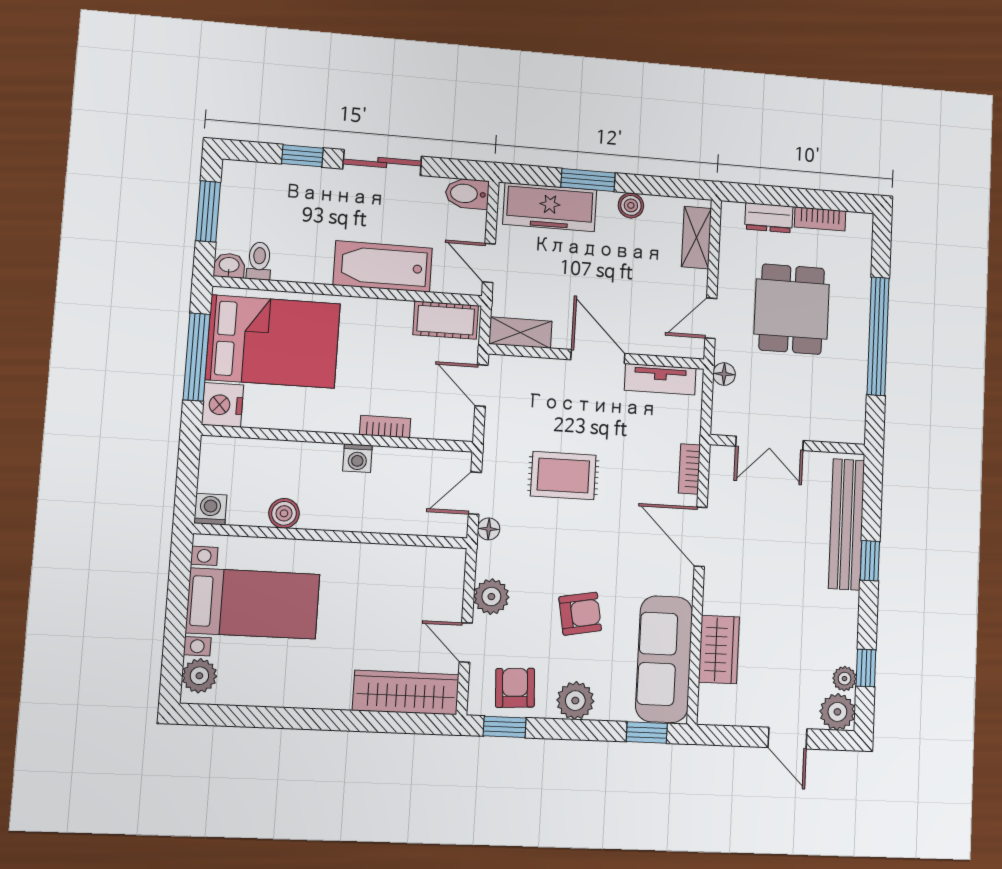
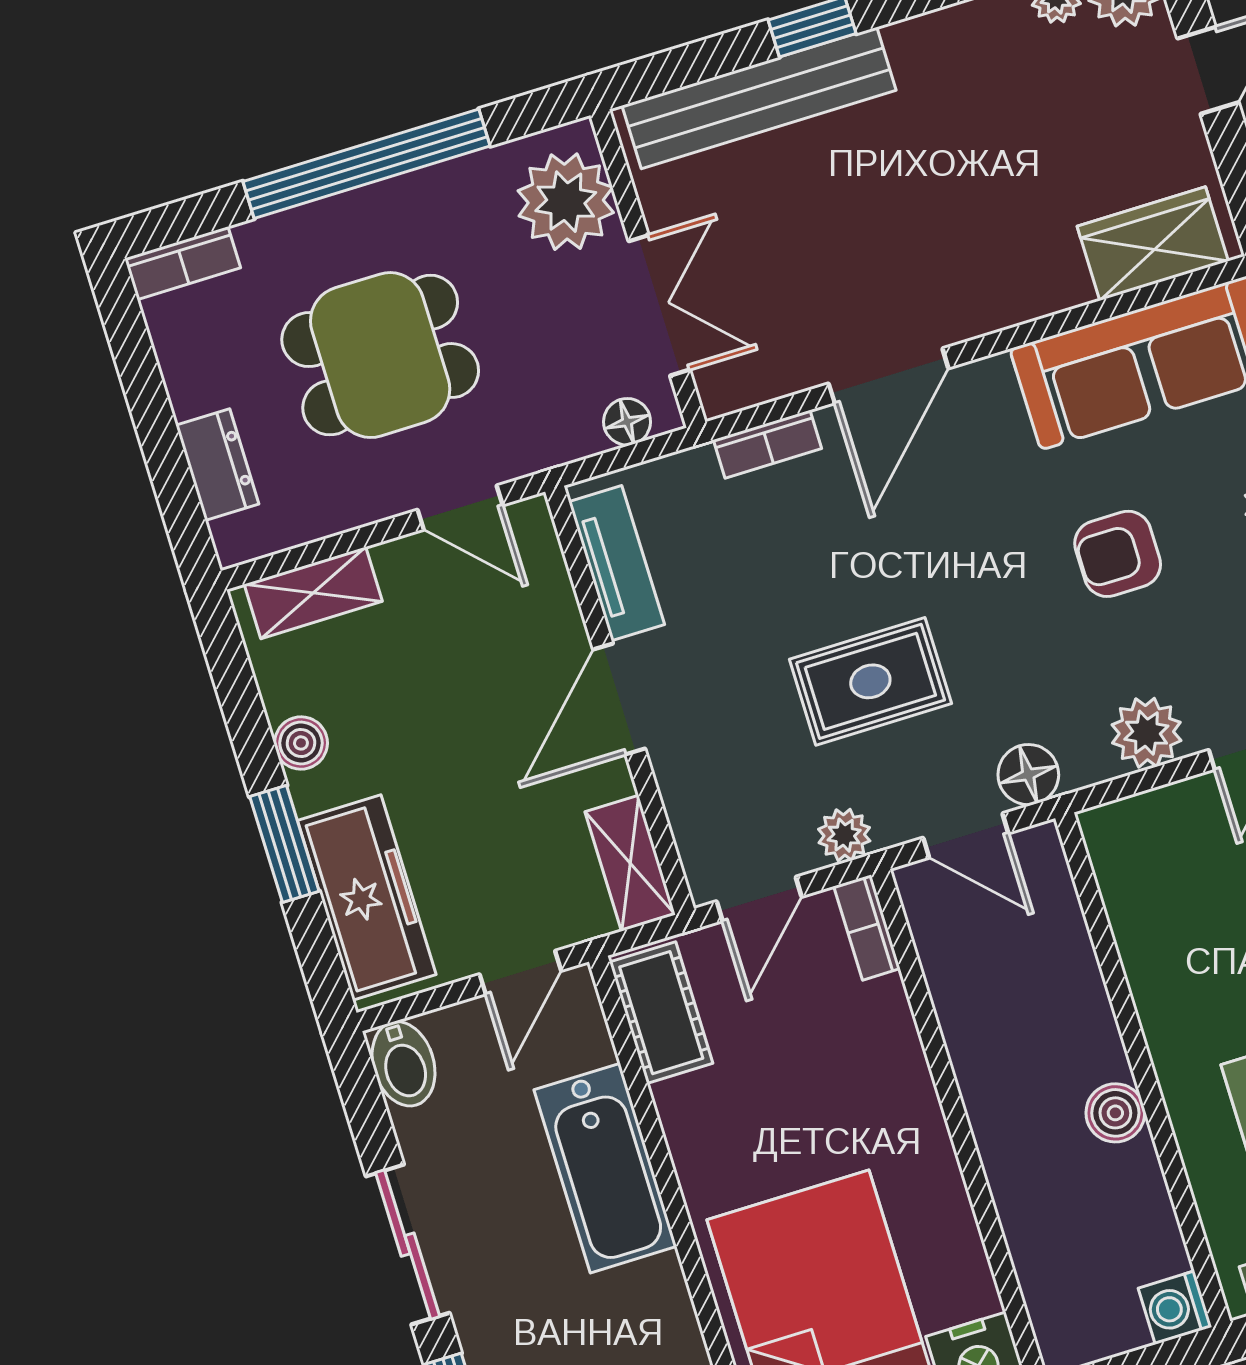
bookcase: (820, 219) -> (183, 263), moved, turned 90
floor lamp: (724, 374) -> (627, 422), moved
plant: (831, 419) -> (566, 202), added
bookcase: (385, 427) -> (867, 927), moved
plant: (496, 436) -> (844, 835), added
washing machine: (357, 458) -> (982, 1077), removed
rug: (563, 475) -> (870, 681), turned 90
boiler: (284, 513) -> (1115, 1113), moved
floor lamp: (489, 529) -> (1028, 775), width x1.37, depth x1.37
armchair: (580, 614) -> (1118, 554), turned -80
wardrobe: (719, 649) -> (1153, 244), moved

